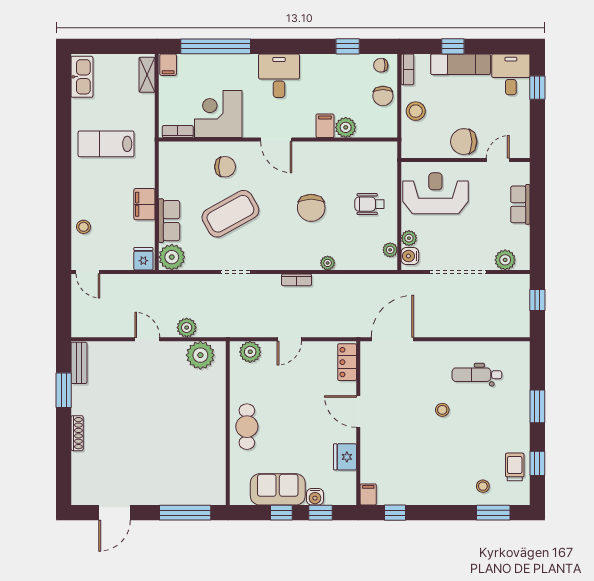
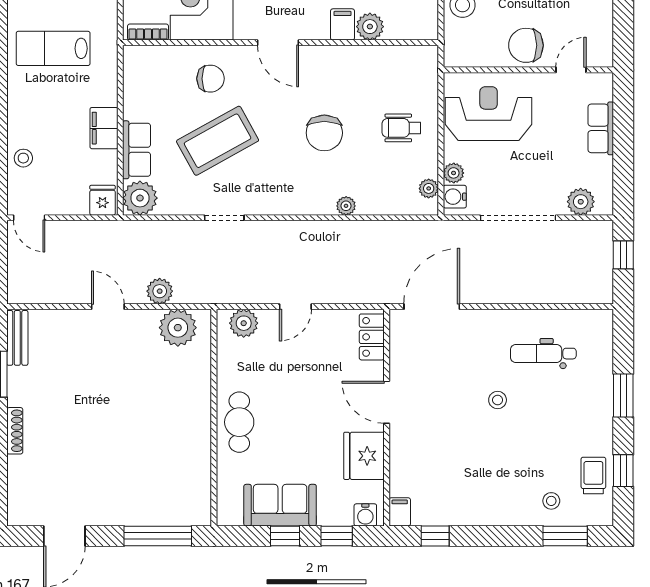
bookcase: (297, 280) -> (305, 228), removed
fridge: (345, 457) -> (364, 456), width x1.36, depth x1.34
water cooler: (315, 497) -> (365, 515), moved

